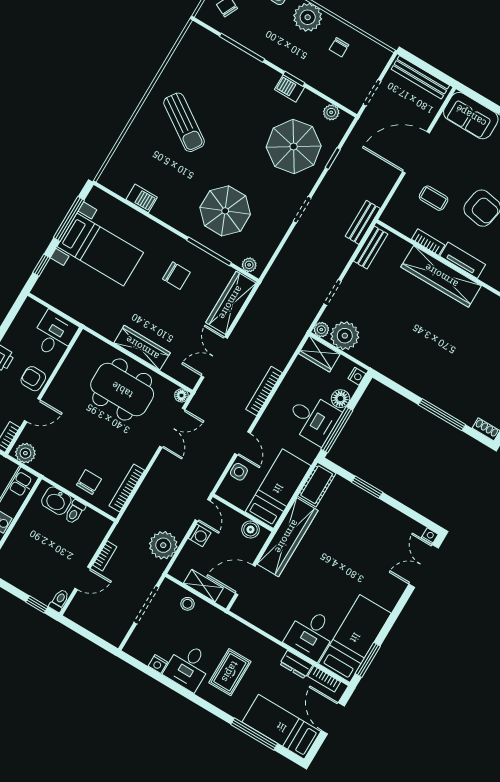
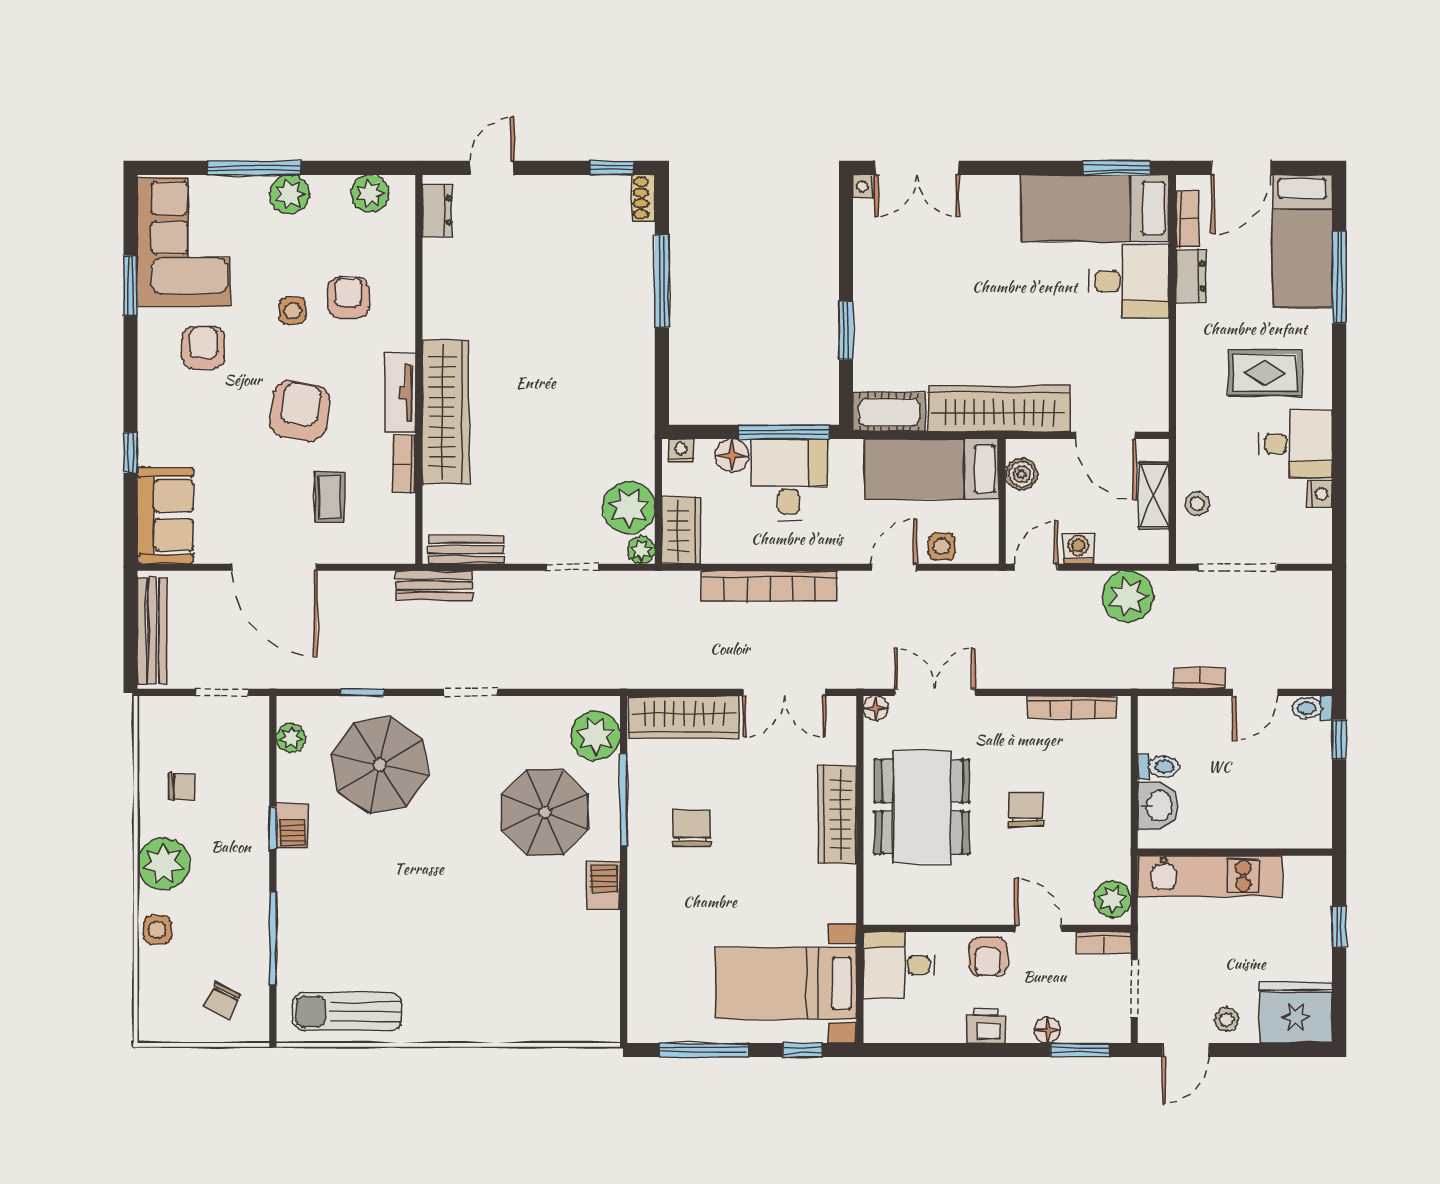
sun lounger: (184, 122) -> (347, 1012), moved, turned -124
barbecue: (142, 198) -> (603, 886), moved
bed with nightstands: (100, 250) -> (786, 983), moved, turned -90
plant: (249, 265) -> (596, 736), width x1.88, depth x1.88
bookcase: (264, 391) -> (769, 586), width x1.48, depth x1.31
chair: (89, 482) -> (1026, 809), moved, turned 90
door: (82, 578) -> (1255, 692), swing flipped

